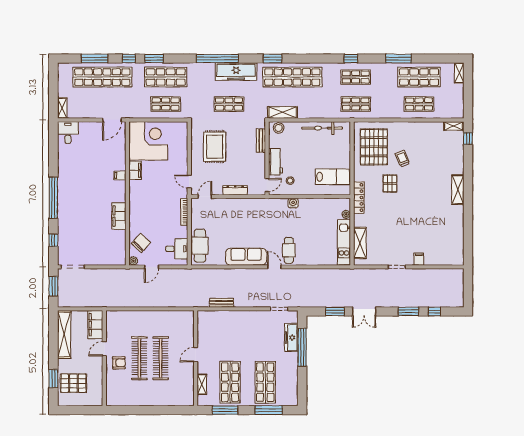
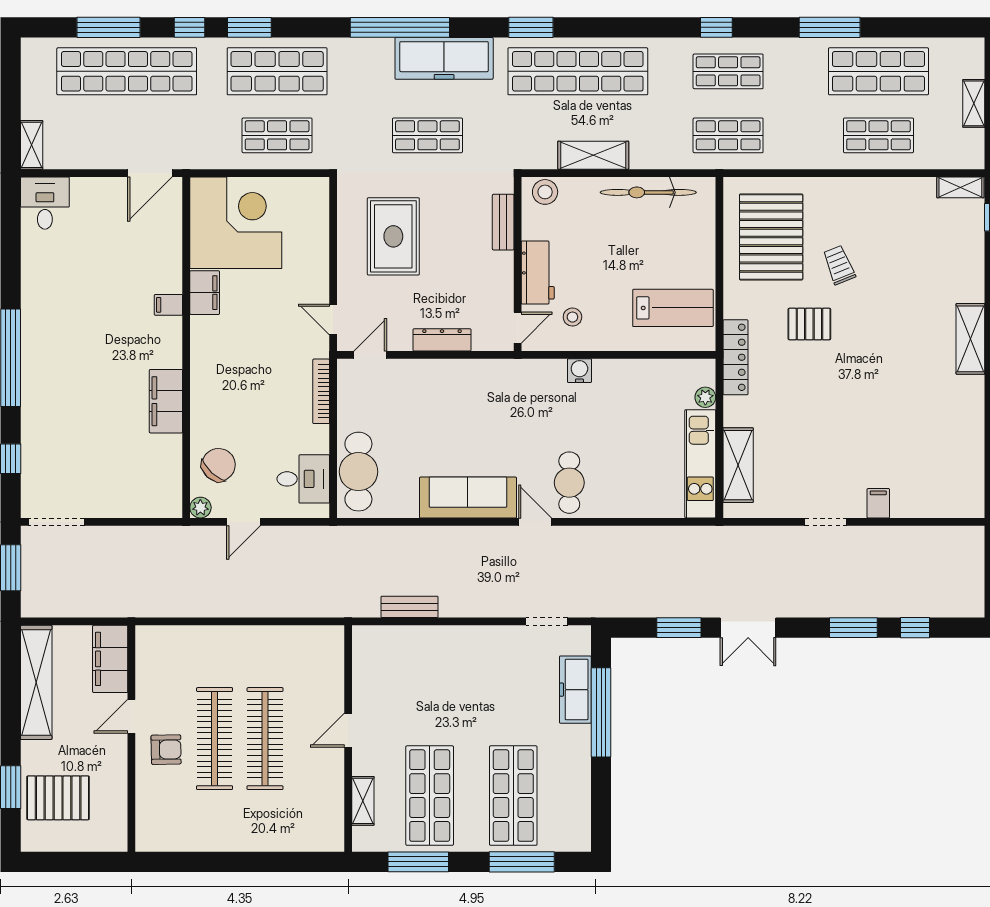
shelving: (459, 73) -> (974, 103), moved
shelving: (283, 112) -> (593, 155), moved
pallet: (390, 184) -> (809, 324), turned 90

